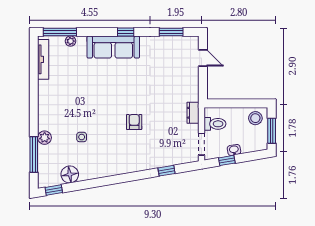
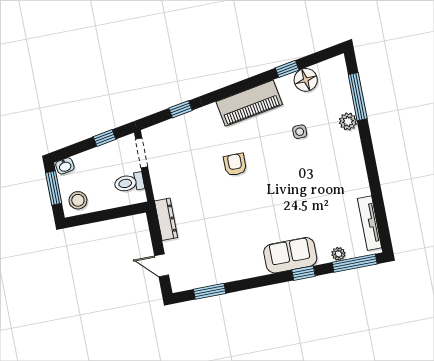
window: (126, 32) -> (304, 273), moved
sofa: (113, 47) -> (290, 255), width x0.73
dresser: (193, 113) -> (166, 219), moved, width x1.44
armchair: (134, 122) -> (235, 165), turned 180
washbasin: (234, 150) -> (65, 166), moved
piano: (115, 165) -> (249, 103), added
window: (54, 190) -> (287, 69), moved

